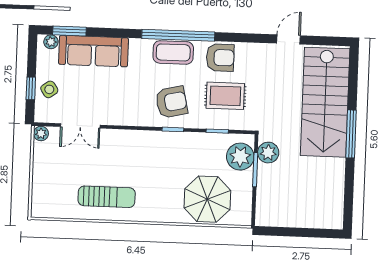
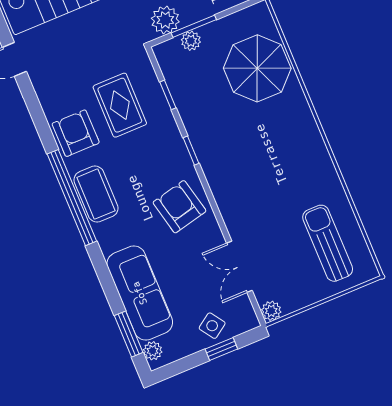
armchair: (171, 102) -> (179, 207), moved
double door: (80, 126) -> (239, 267), swing flipped
plant: (240, 157) -> (191, 41), width x0.53, depth x0.53
sun lounger: (107, 197) -> (328, 243), moved

